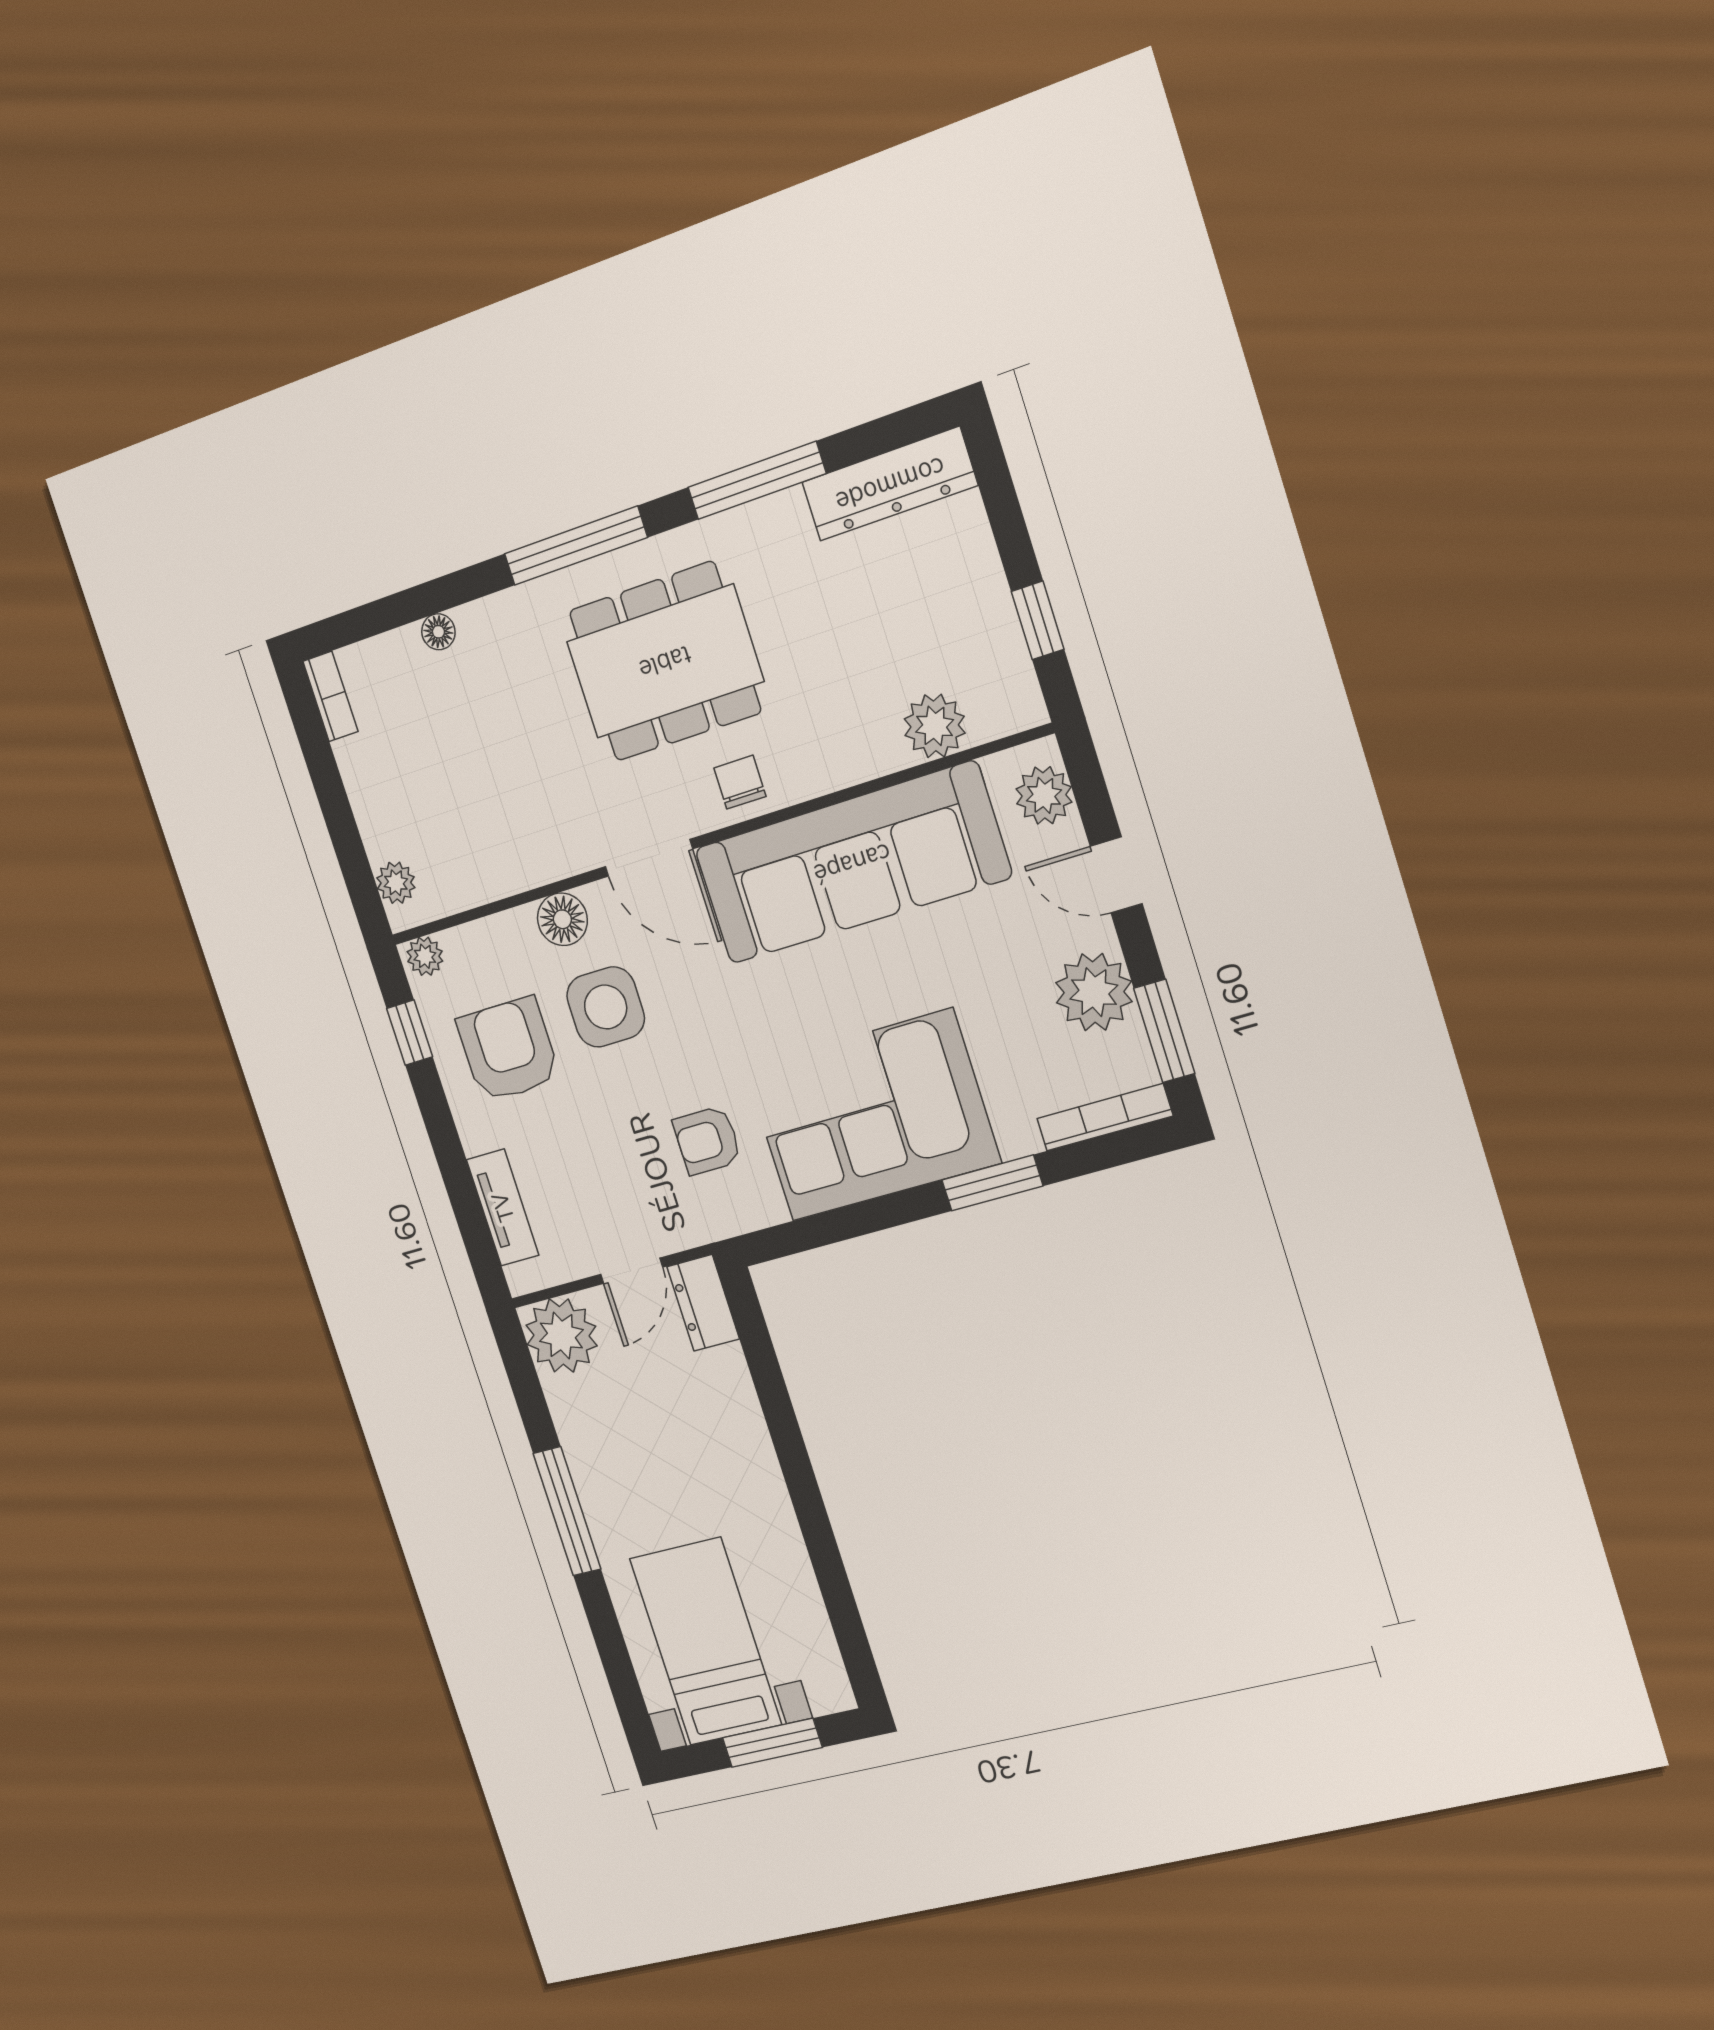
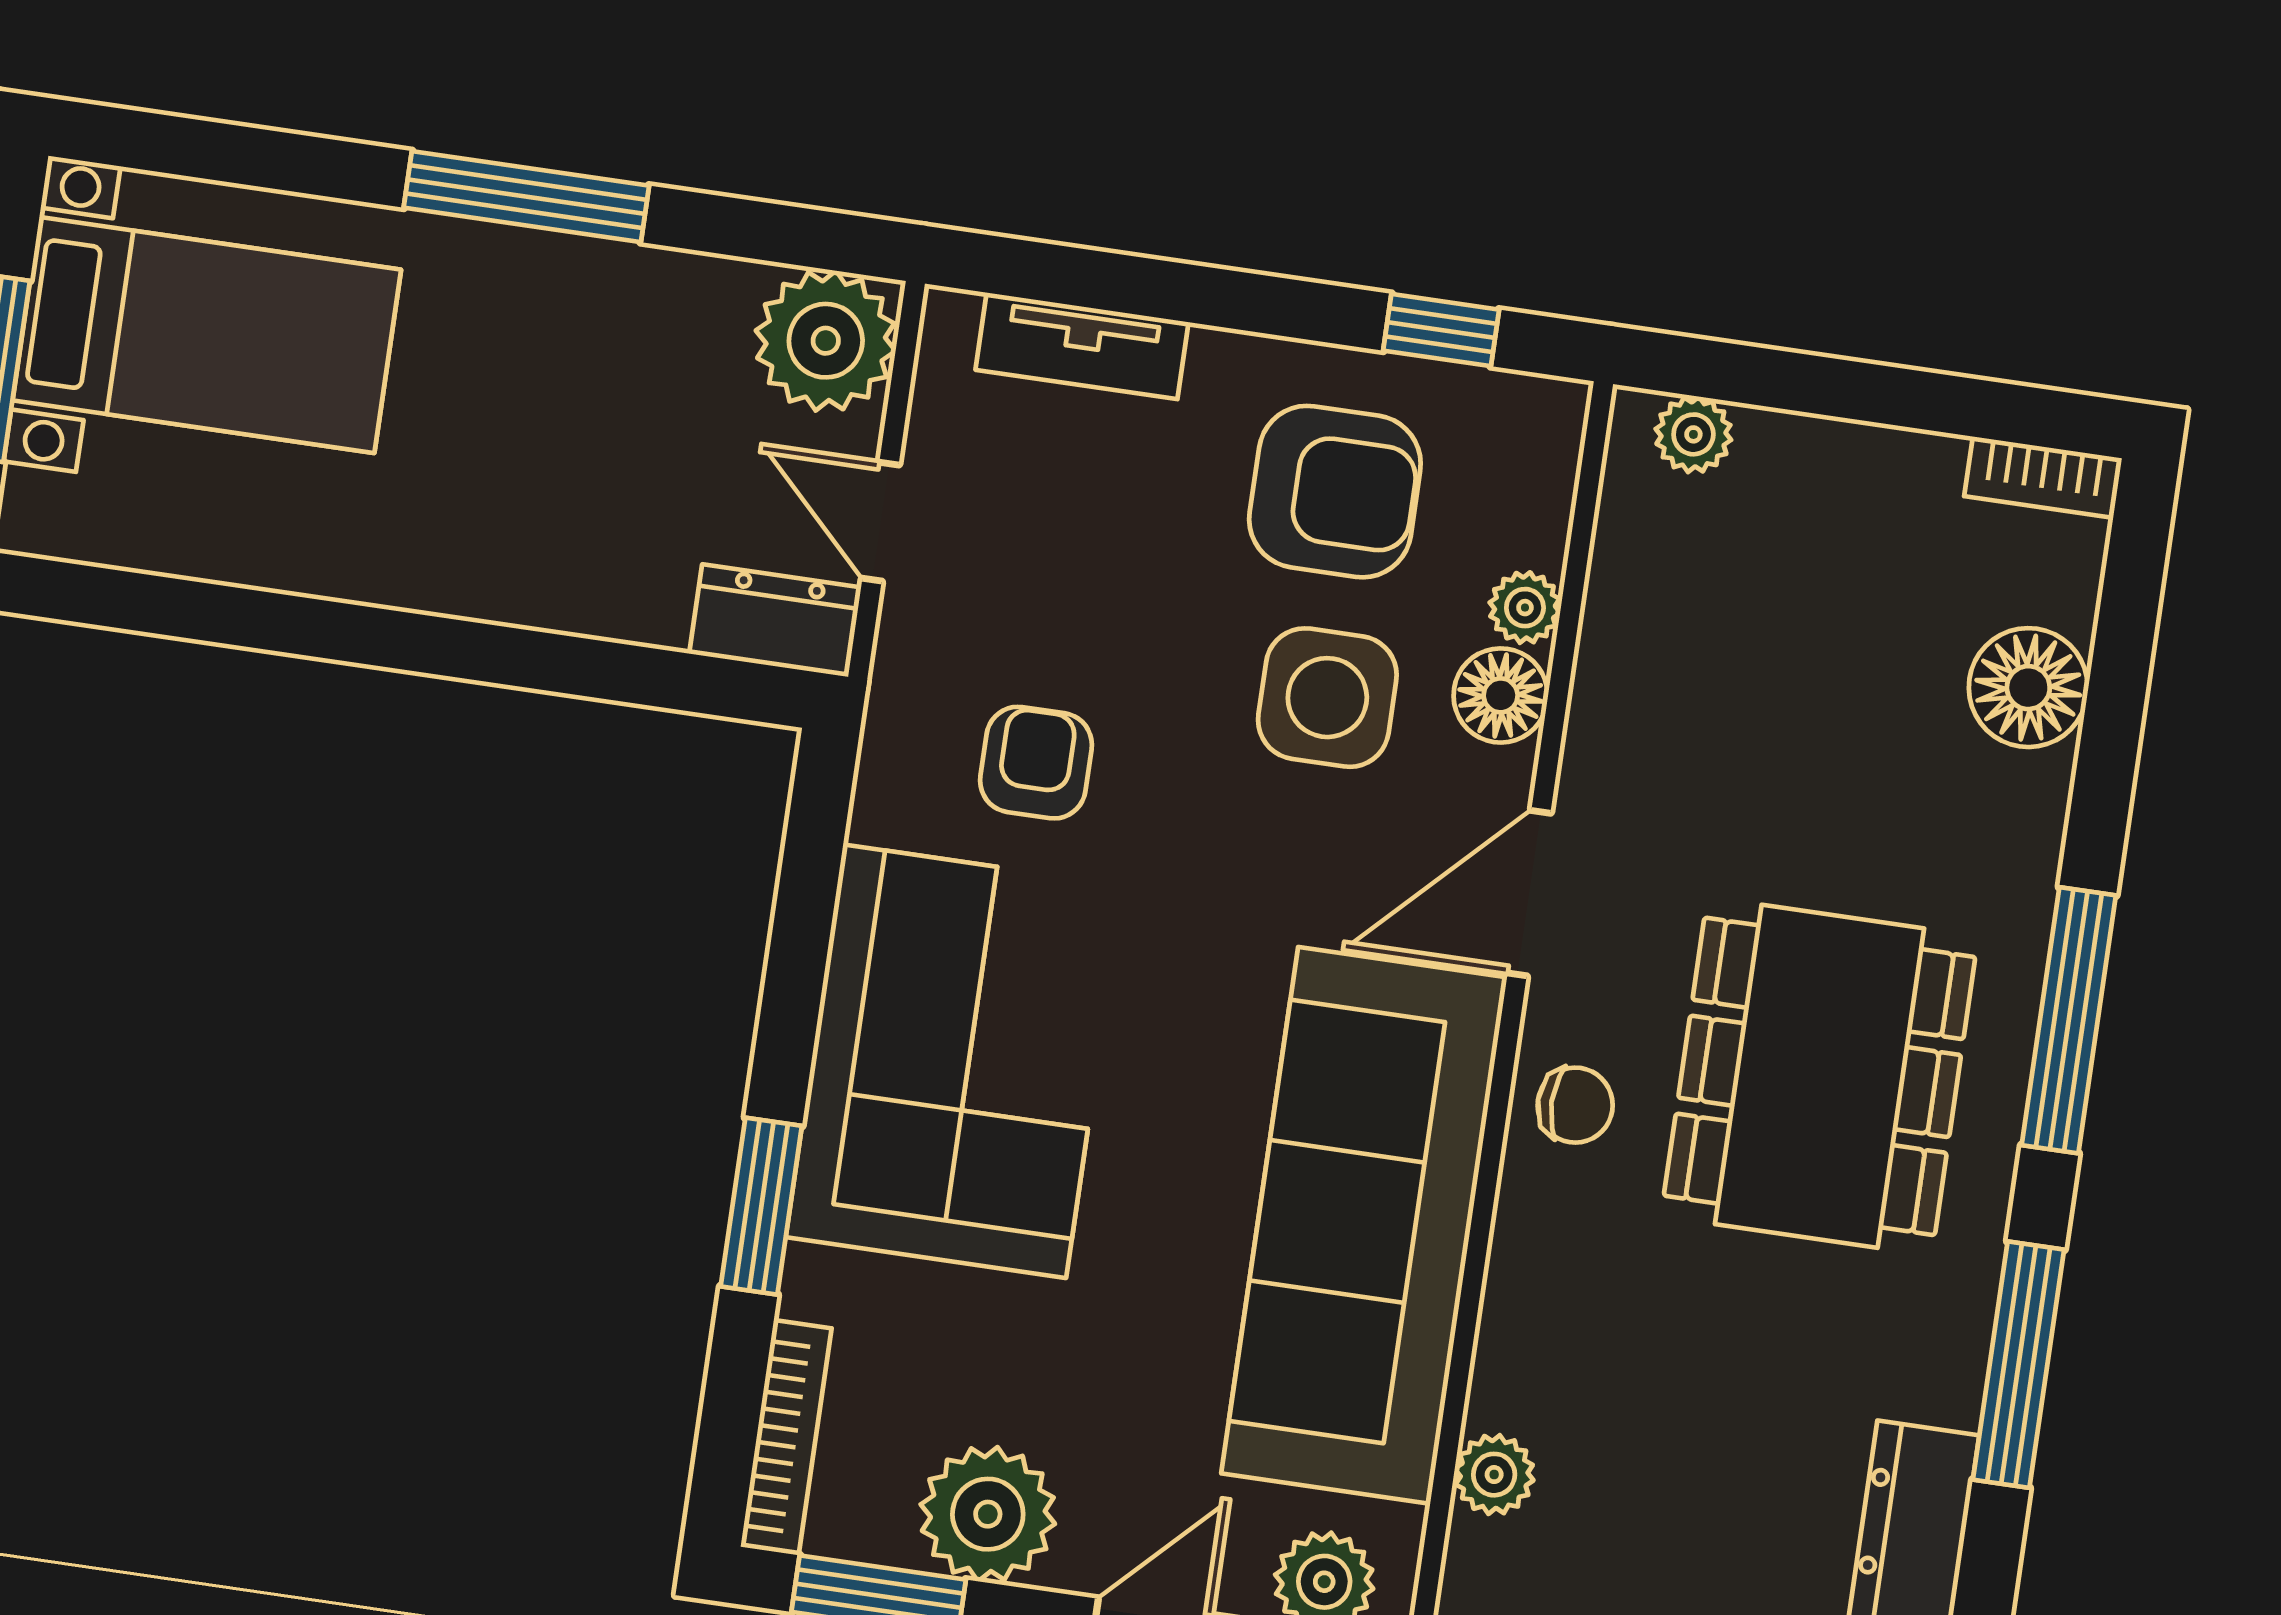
floor lamp: (438, 632) -> (2028, 688), width x1.89, depth x1.89
plant: (935, 726) -> (1494, 1475), width x0.73, depth x0.73
plant: (425, 956) -> (1525, 608), moved

